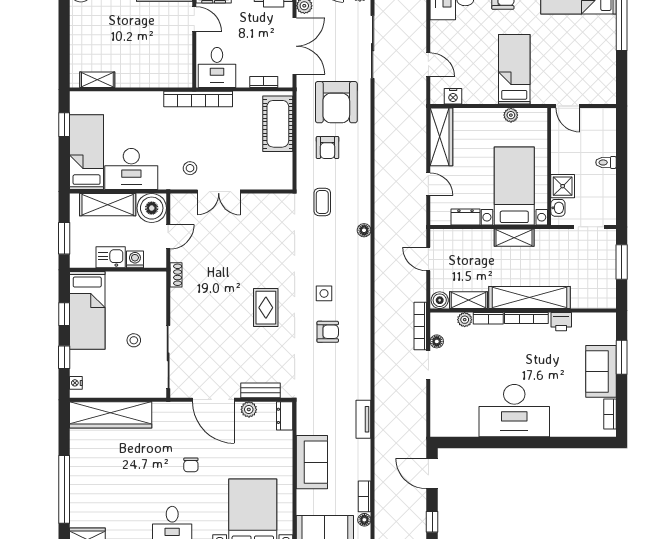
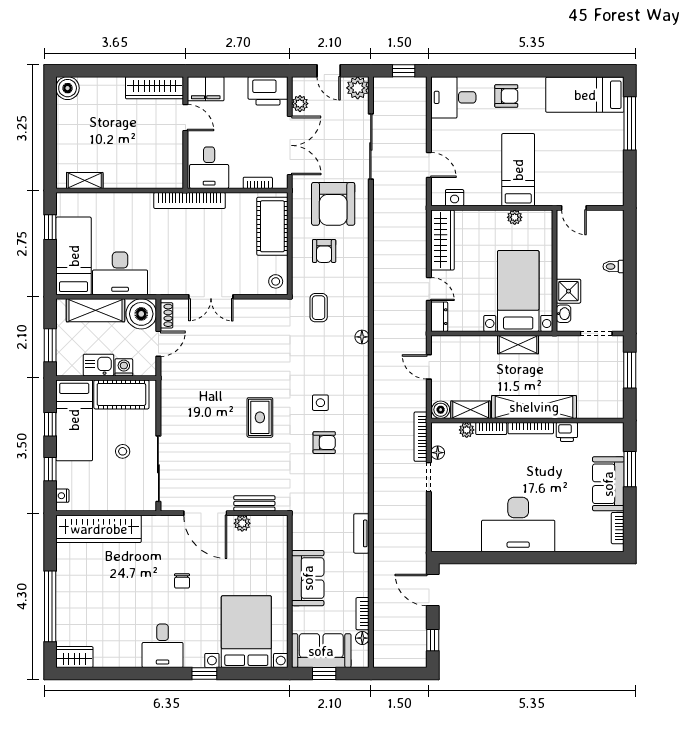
stool: (190, 168) -> (276, 281), moved
dresser: (465, 217) -> (439, 317), moved, turned 90
shoe rack: (176, 275) -> (167, 315), moved
cot: (133, 286) -> (121, 394), added
dresser: (285, 416) -> (279, 530), removed

